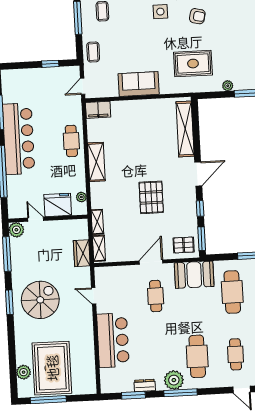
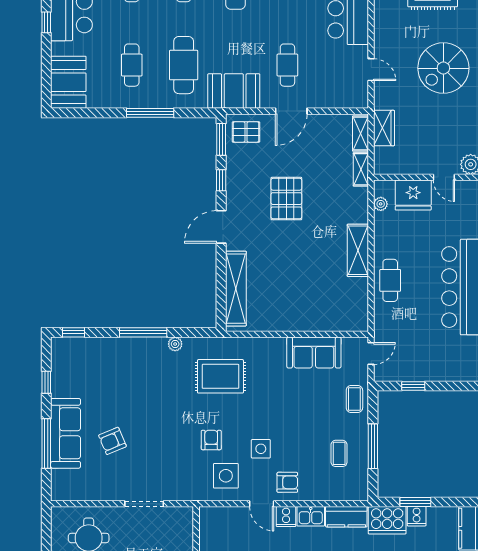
armchair: (197, 16) -> (211, 440), turned 77
sofa: (139, 84) -> (314, 353), moved
filing cabinet: (98, 110) -> (352, 321), removed

